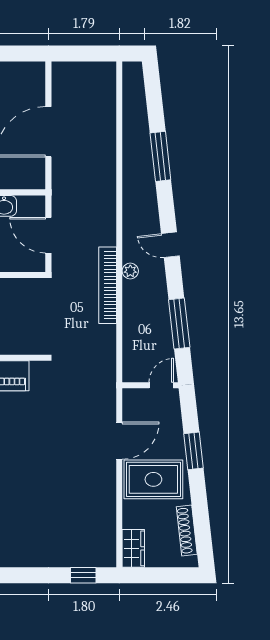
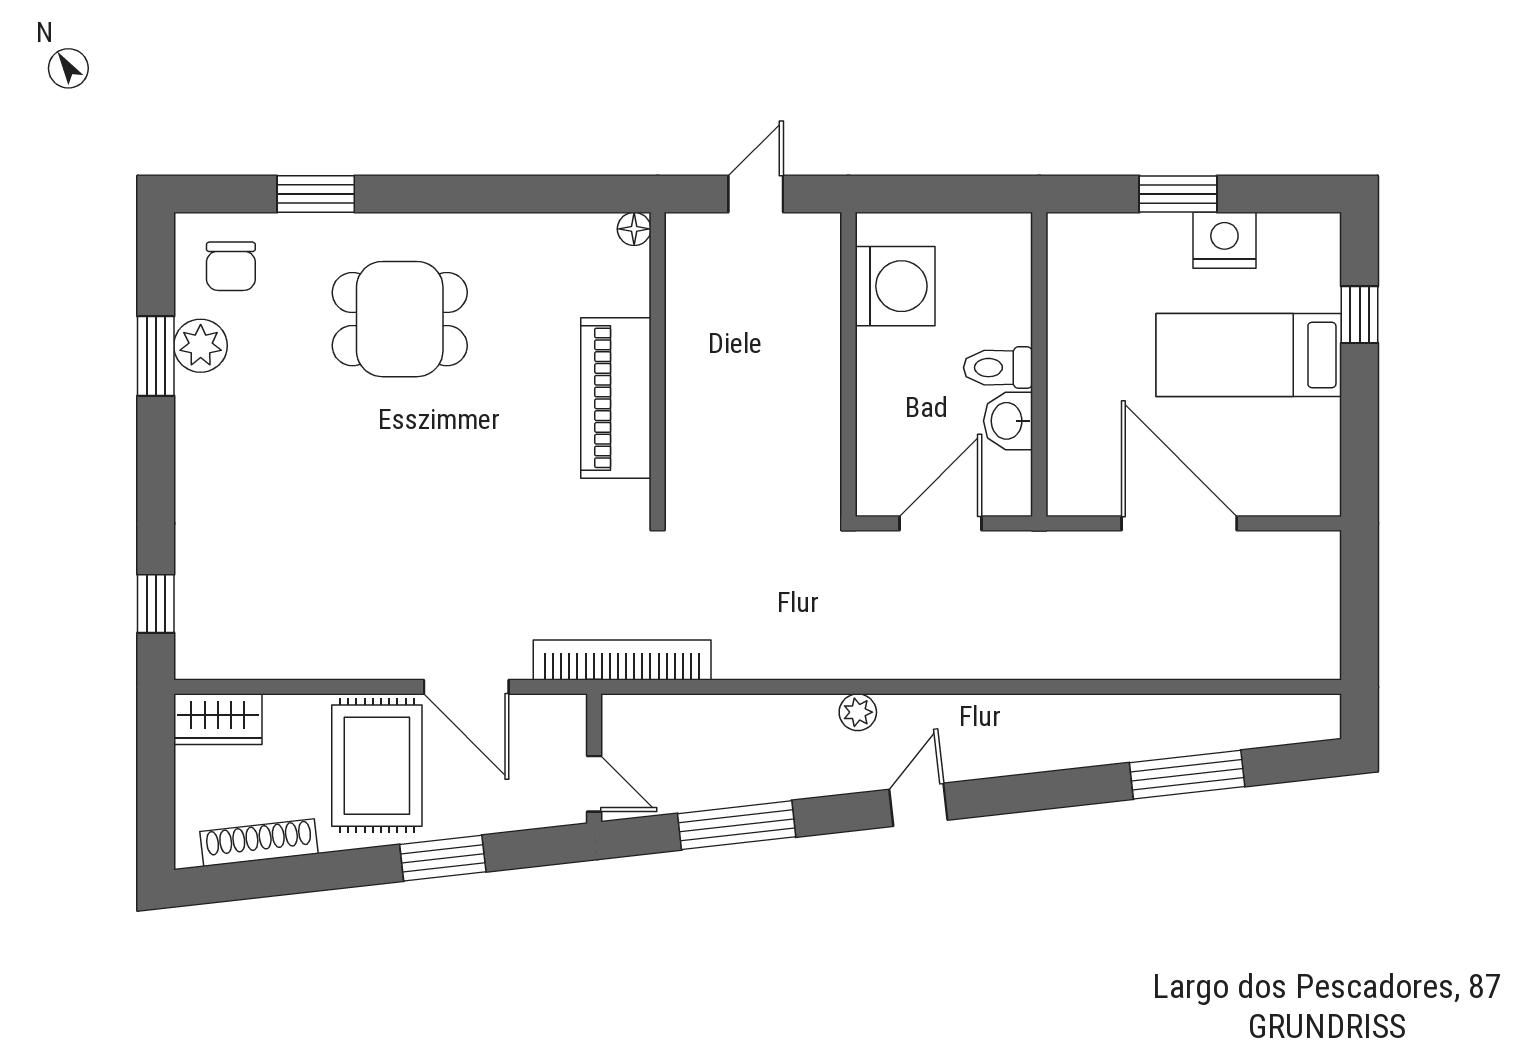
window: (160, 156) -> (1187, 775), moved
bookcase: (108, 285) -> (622, 660), moved

